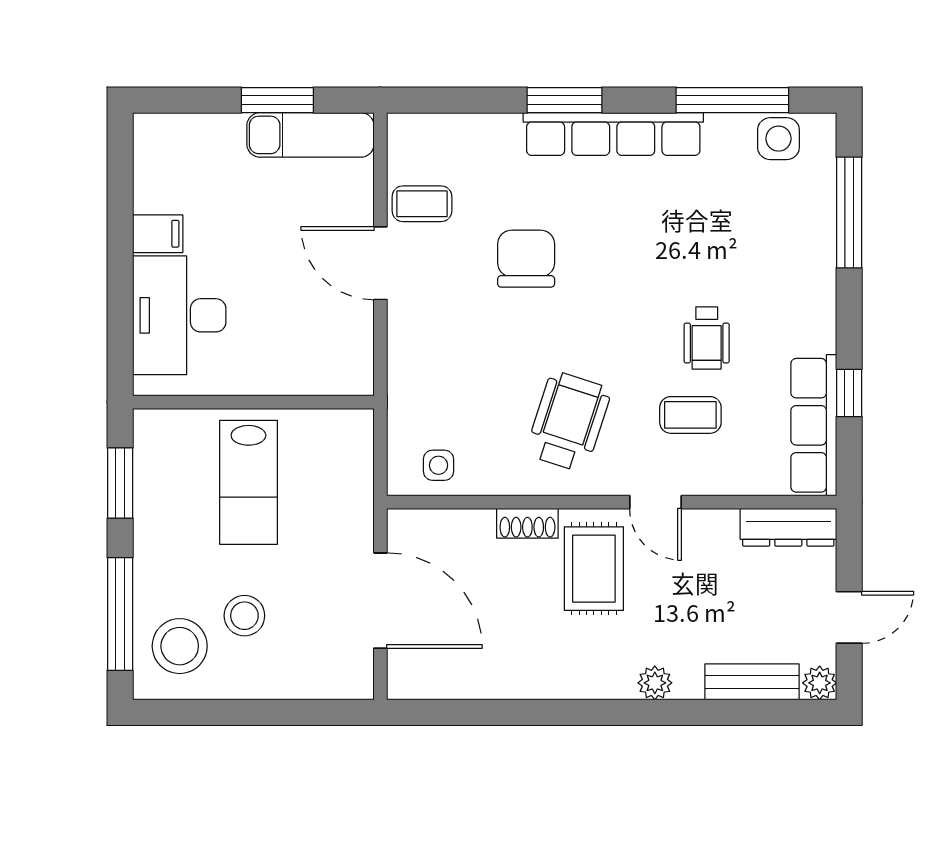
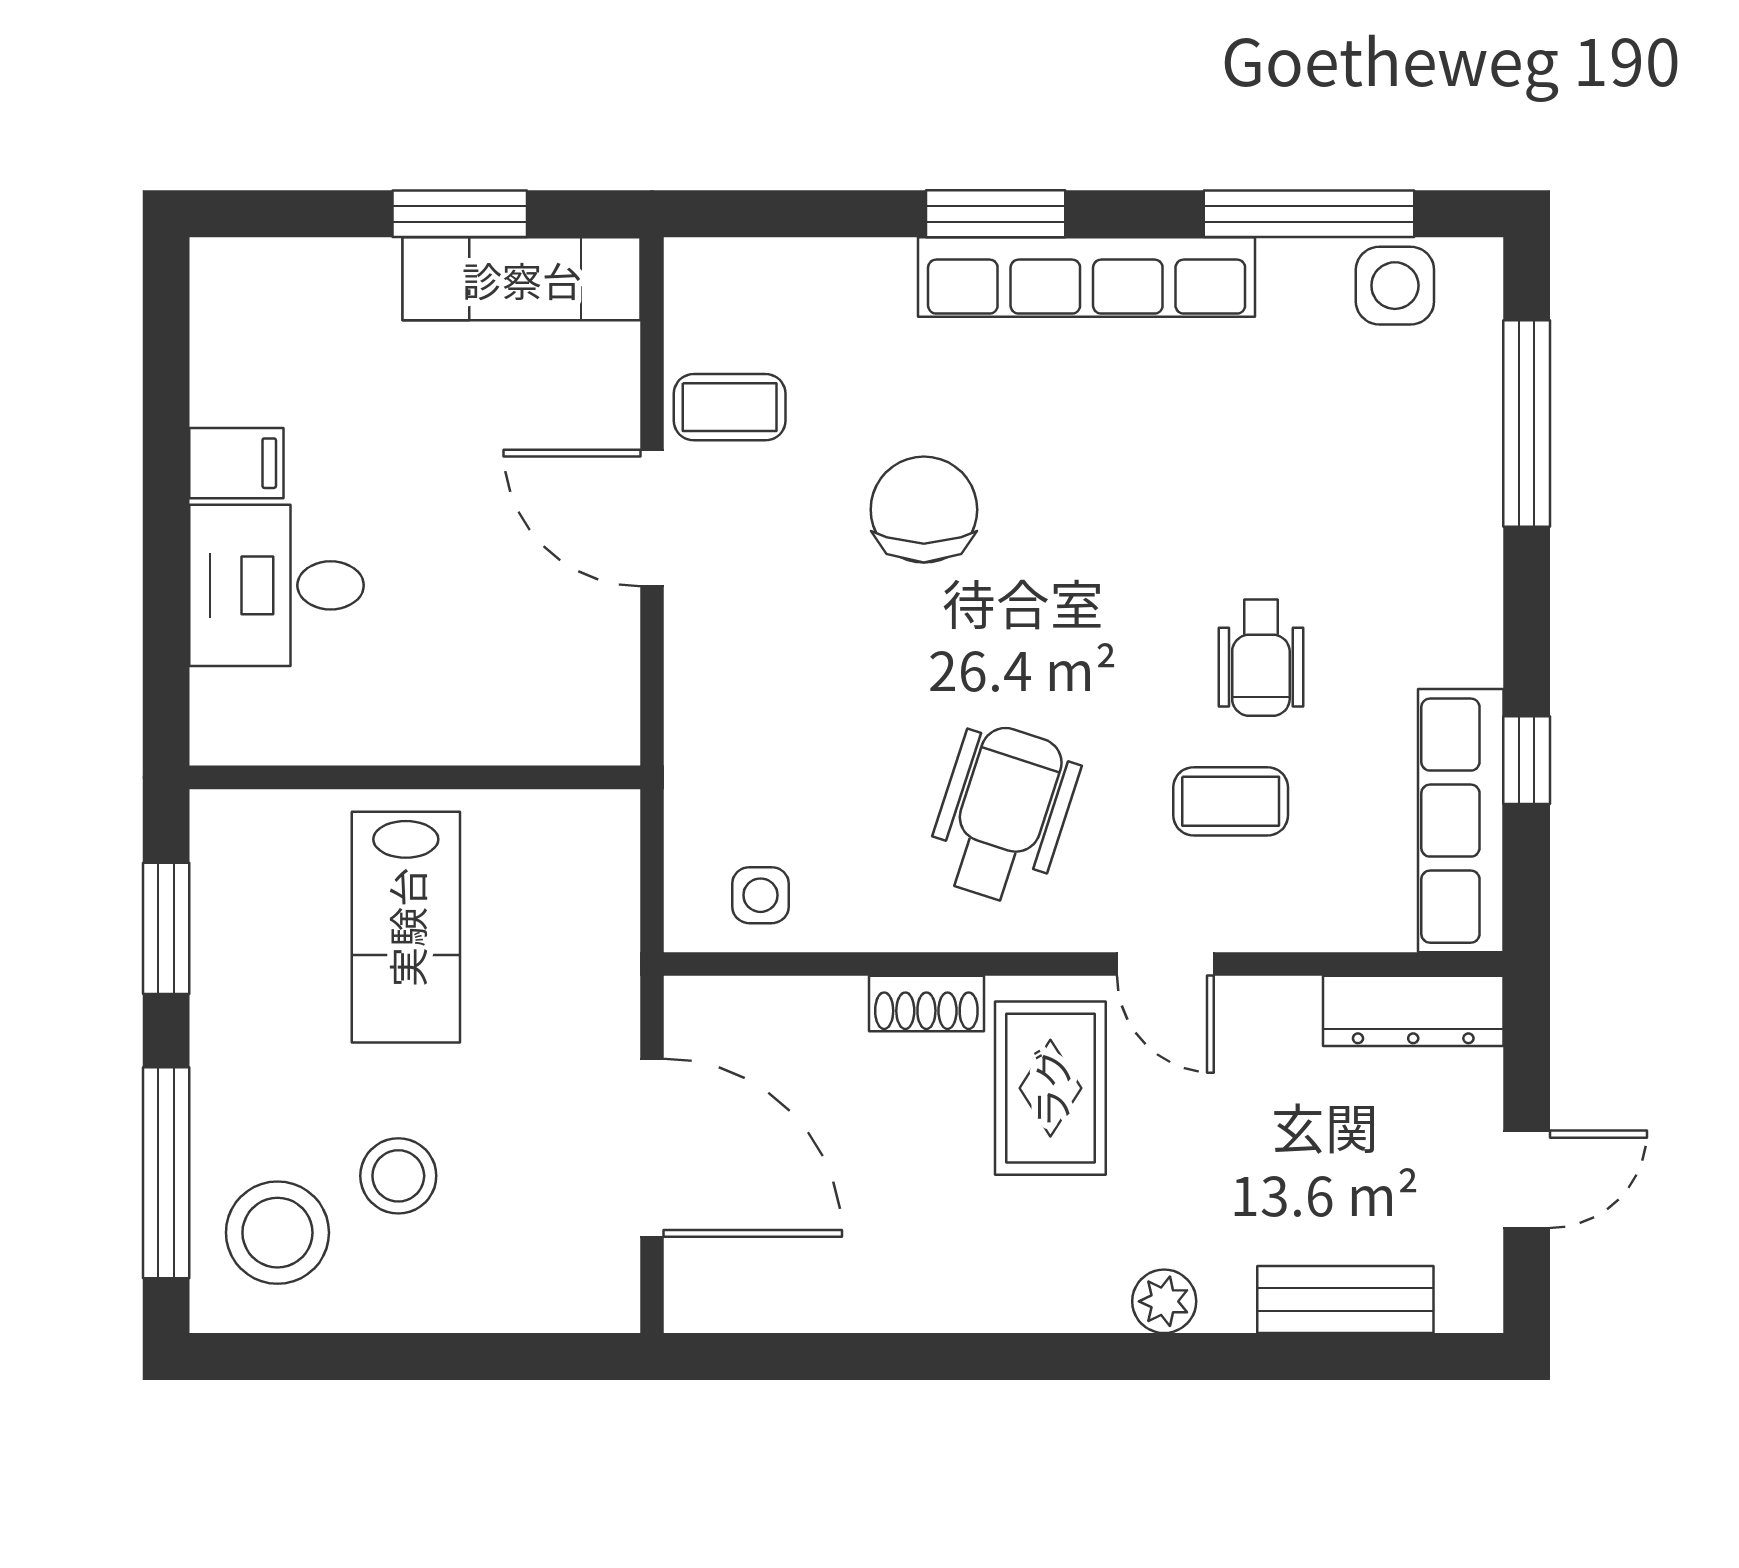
desk: (179, 315) -> (277, 585), width x0.73
plant: (820, 683) -> (1471, 1301), removed

